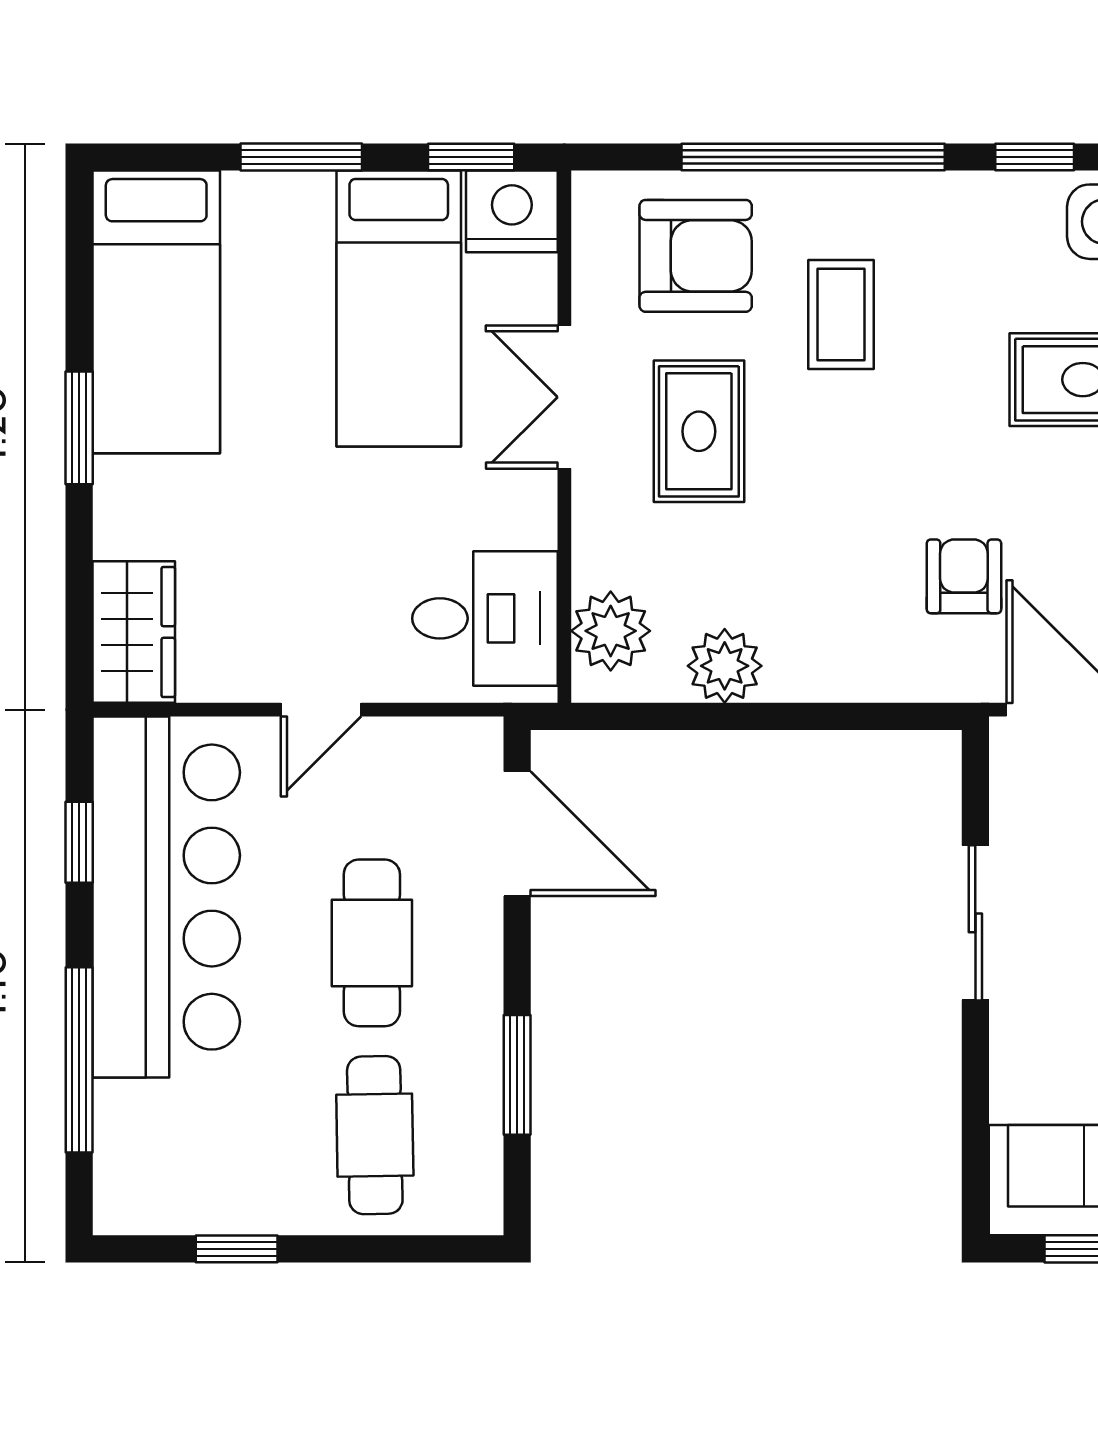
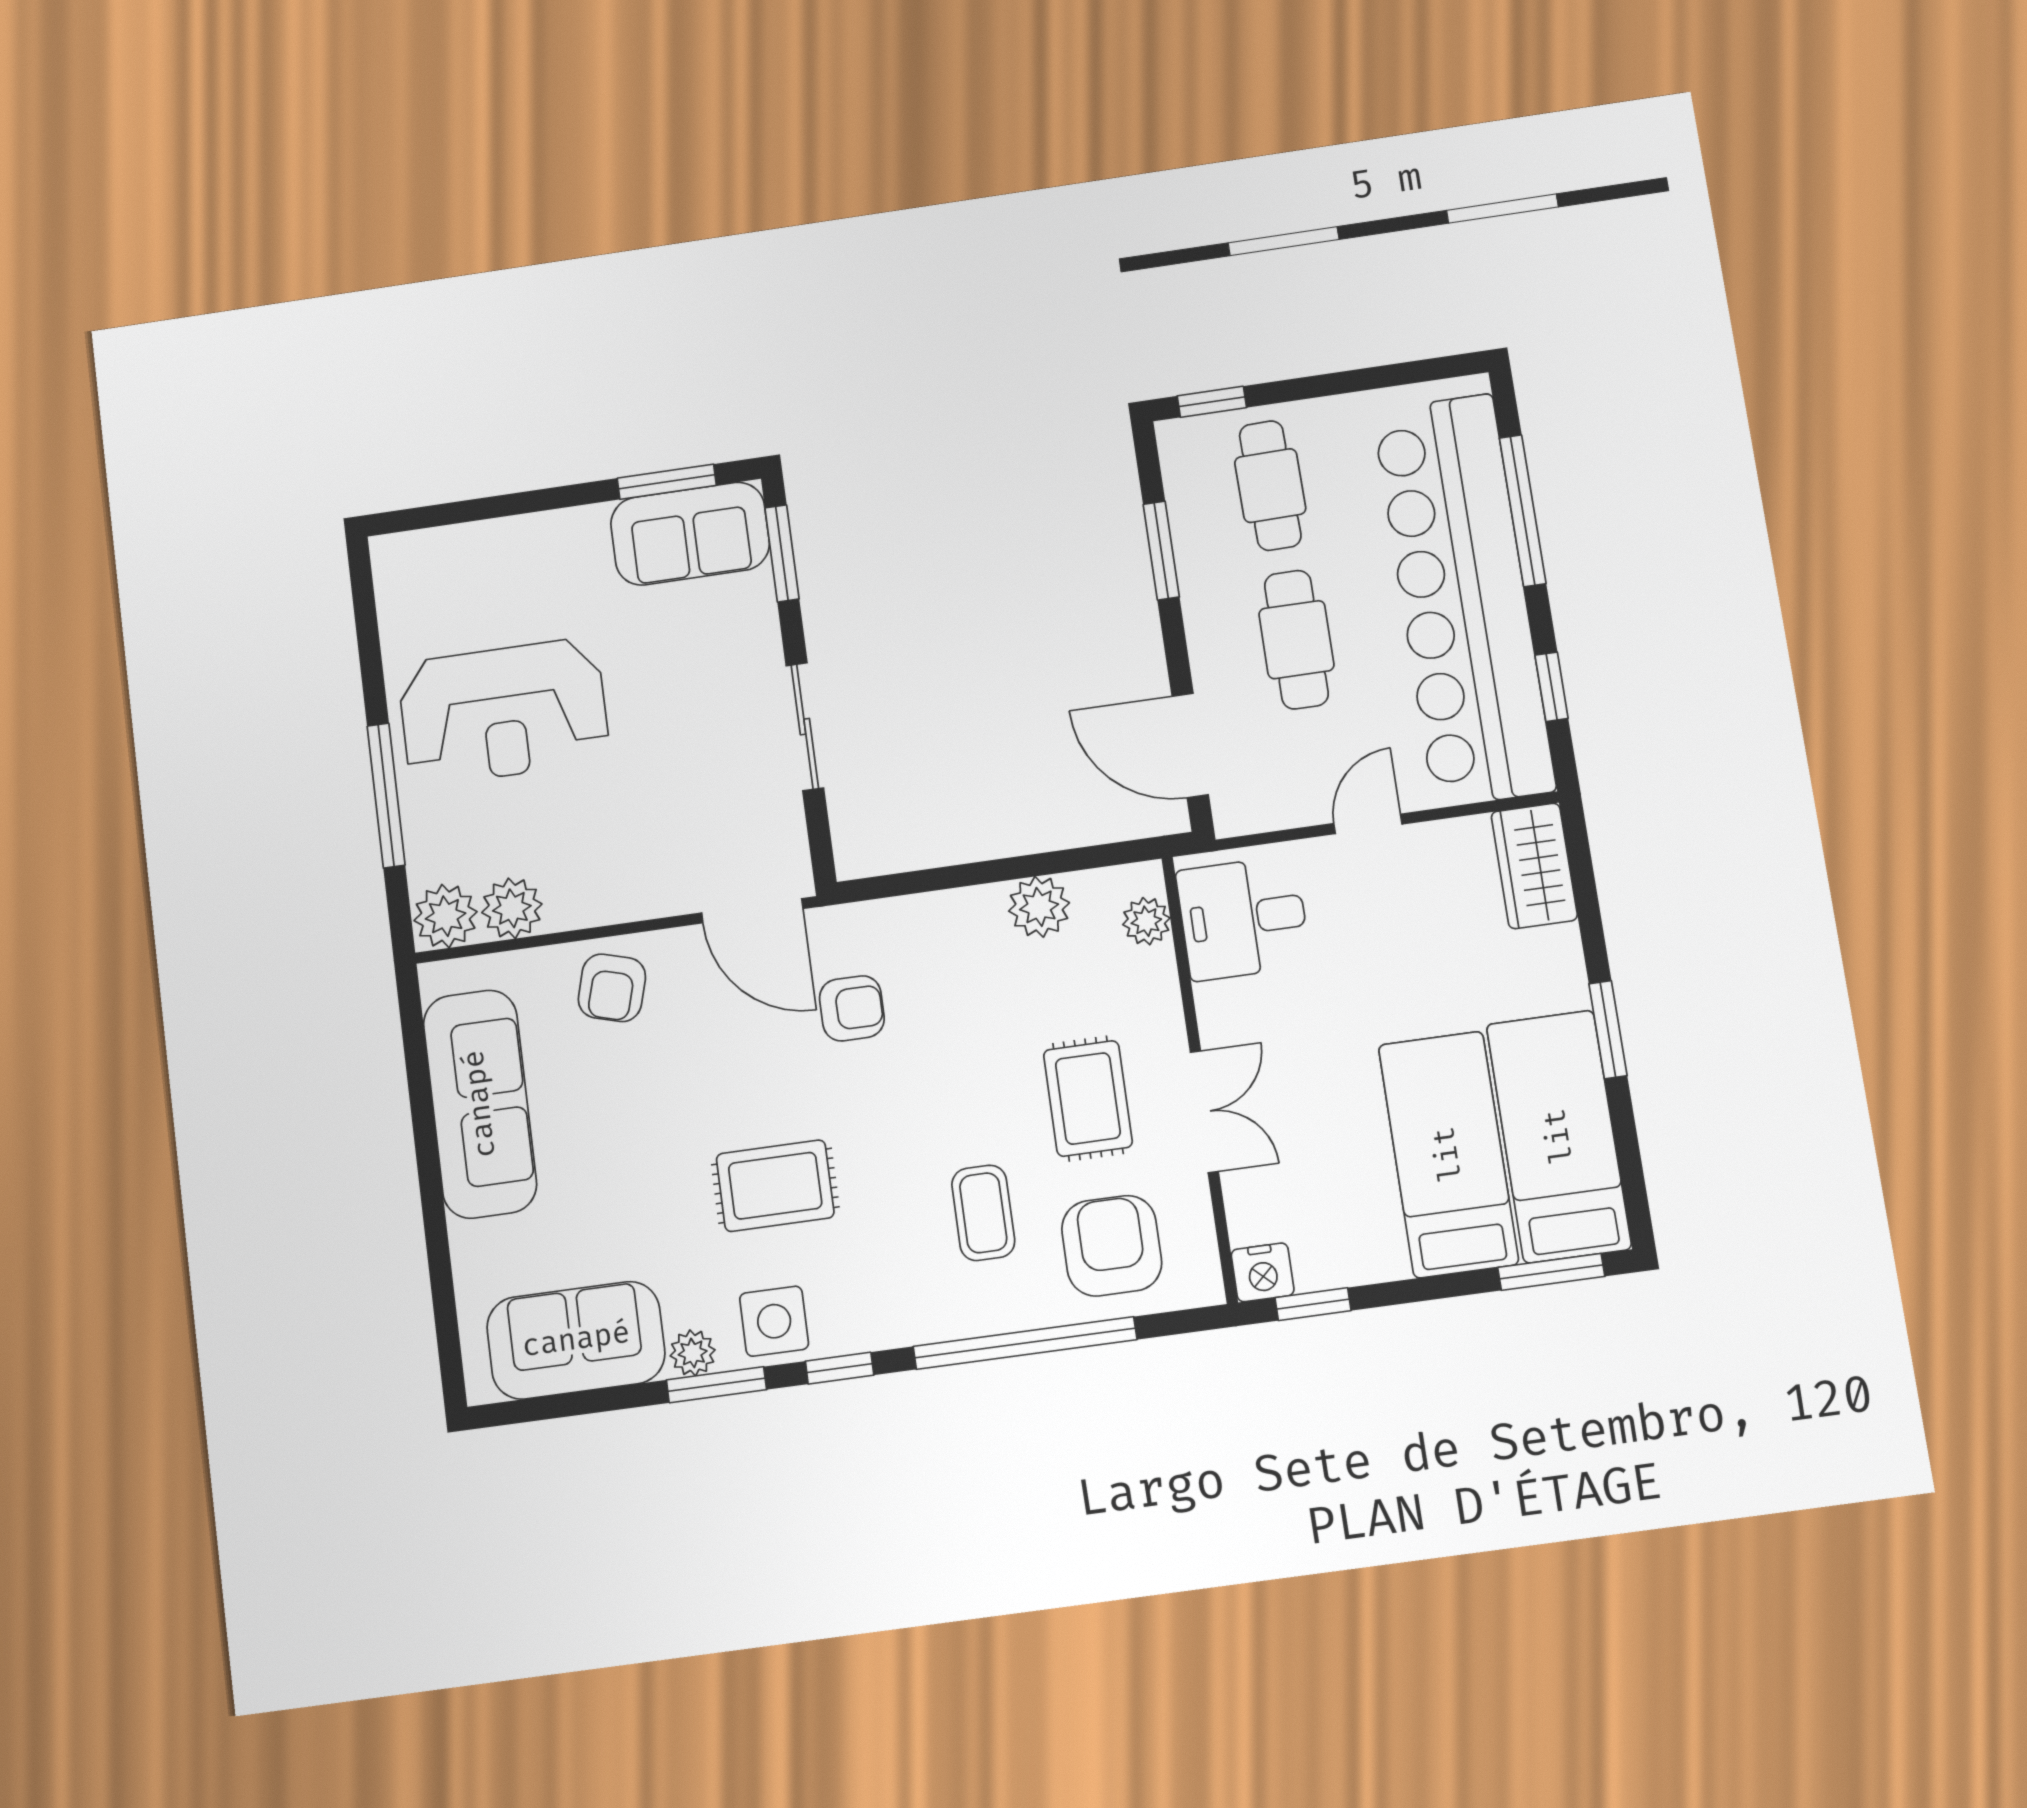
window: (301, 157) -> (1551, 1272), moved
nightstand: (512, 211) -> (1263, 1272), width x0.74, depth x0.75
armchair: (696, 256) -> (1112, 1246), turned 90
bed: (399, 309) -> (1448, 1154), moved
armchair: (964, 576) -> (852, 1008), turned -90
plant: (611, 631) -> (1146, 921), width x0.73, depth x0.73
bar counter: (166, 897) -> (1464, 599), width x1.36
window: (975, 1139) -> (782, 553), added
window: (237, 1249) -> (1212, 402), moved

